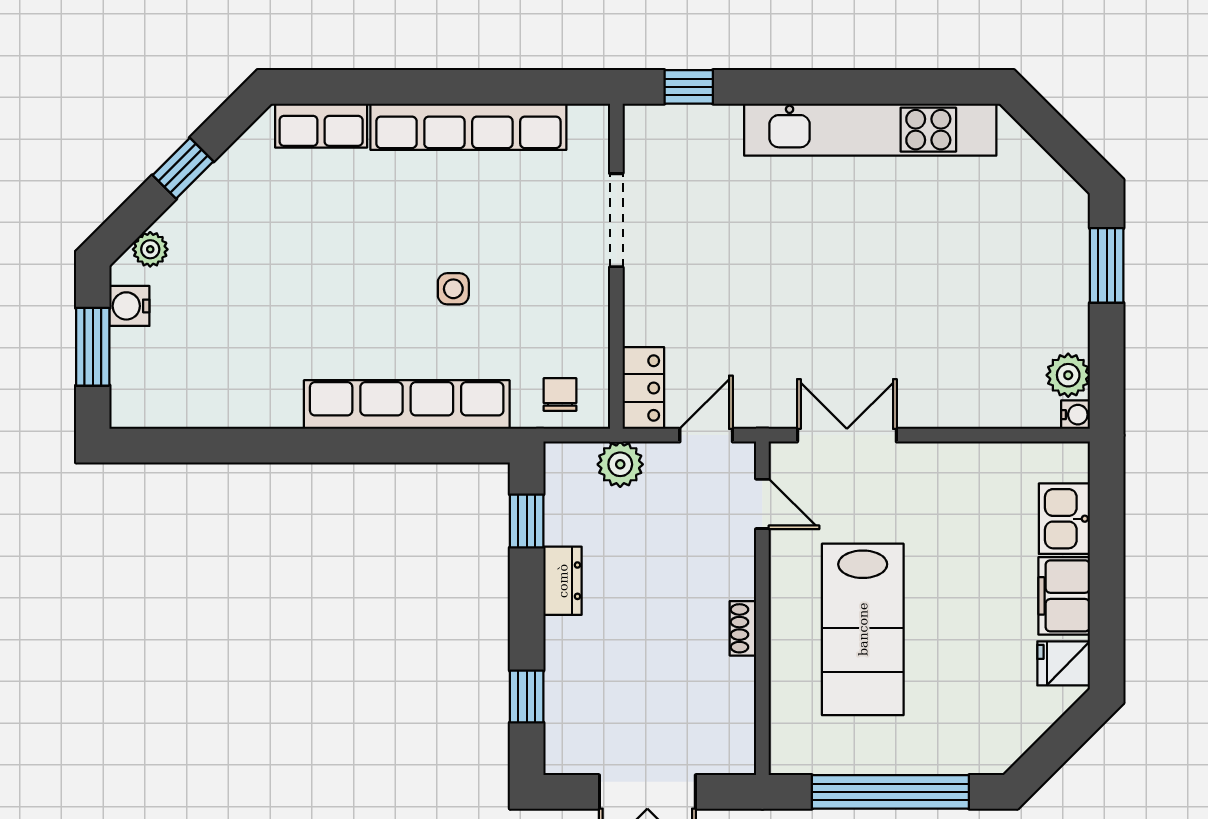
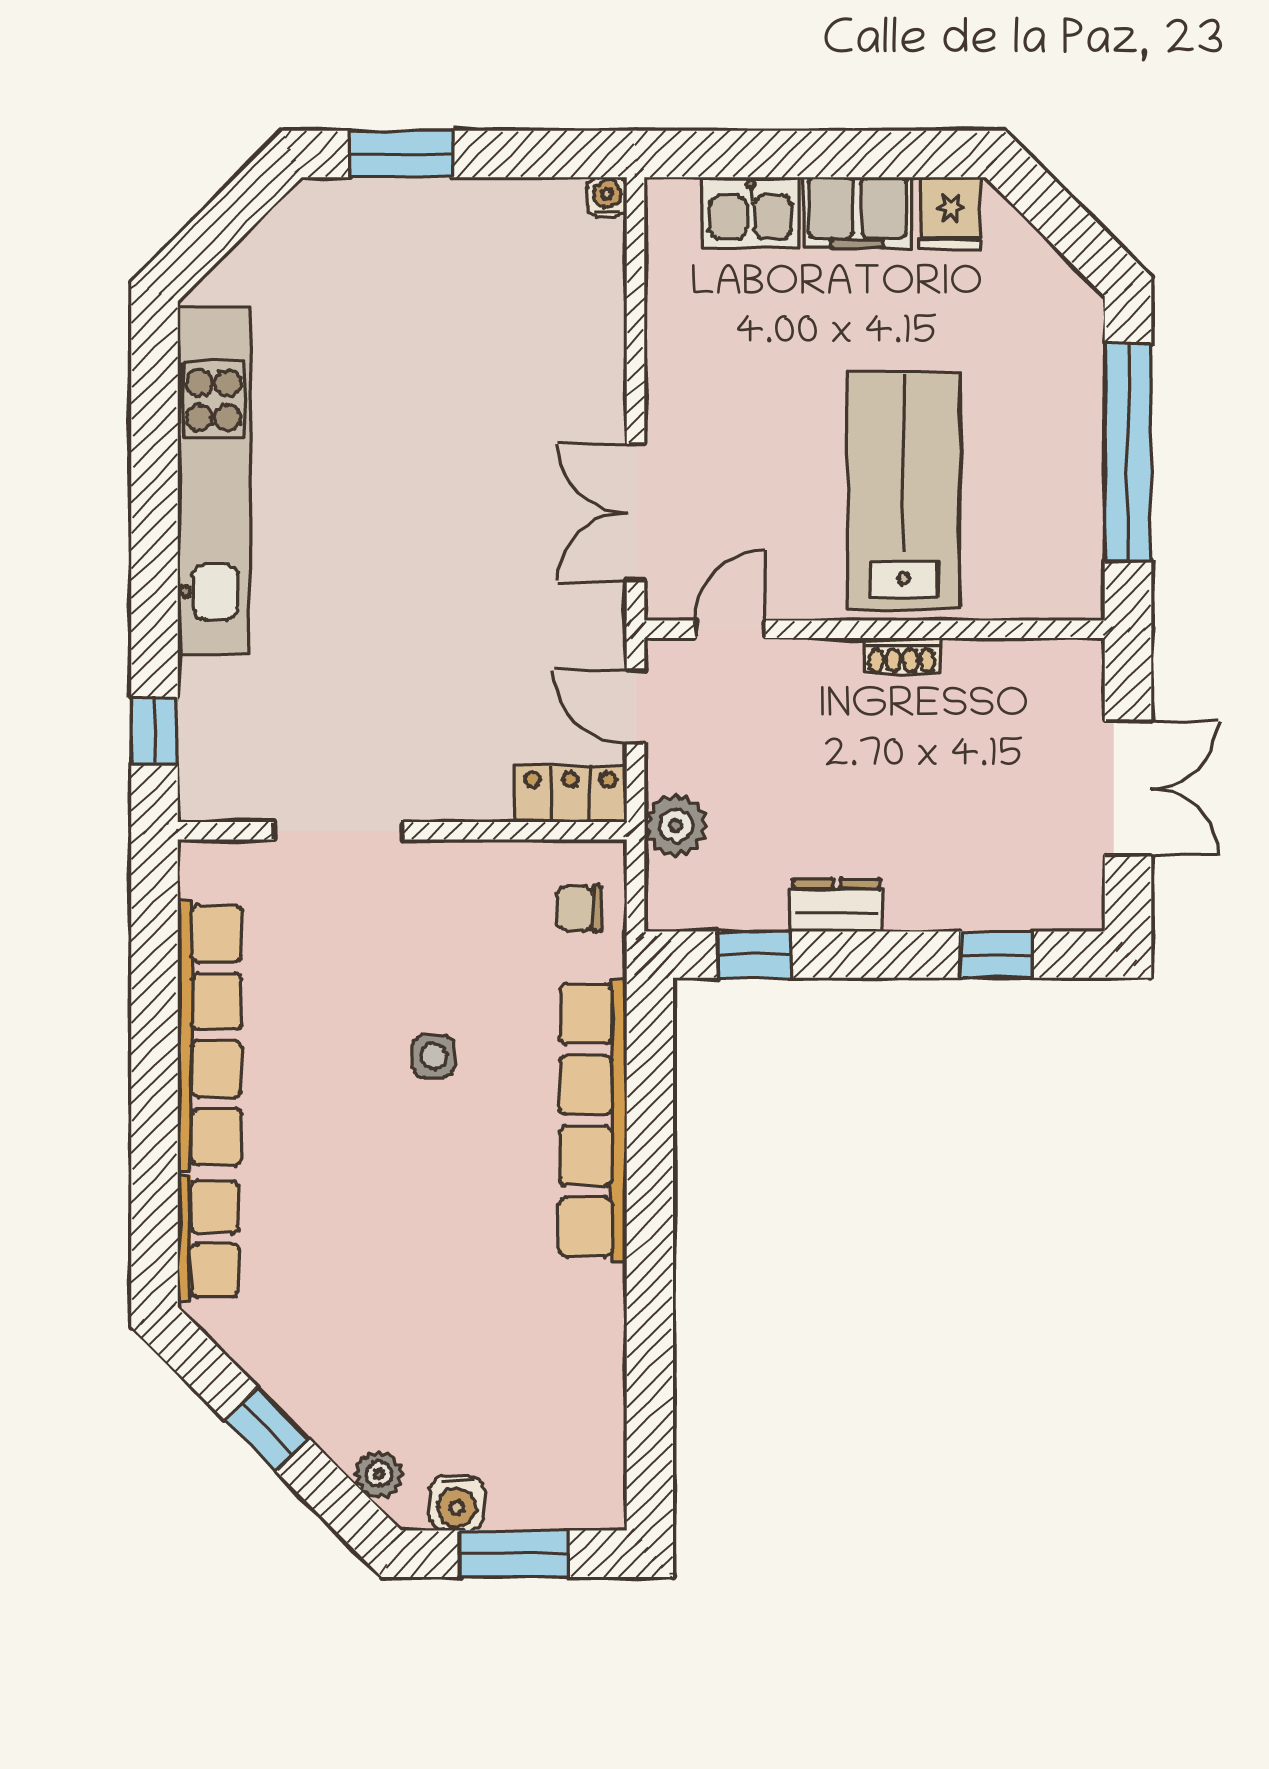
plant: (1068, 375) -> (553, 207), removed
lab bench: (863, 629) -> (904, 491), turned -90

